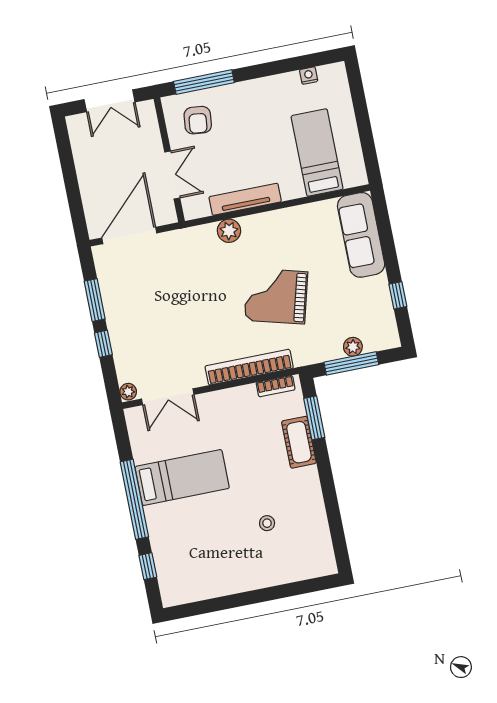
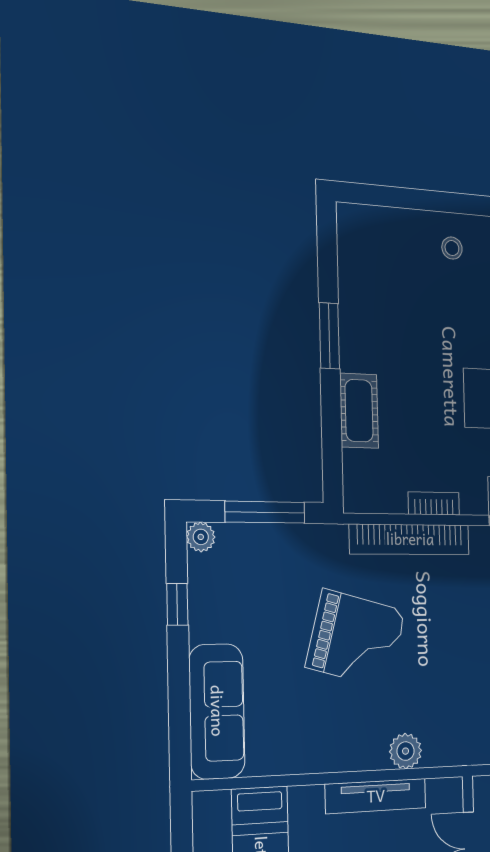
plant: (353, 347) -> (201, 537), moved
bookcase: (276, 386) -> (434, 503), moved
window: (314, 418) -> (329, 336), moved
stool: (267, 523) -> (452, 248), moved

